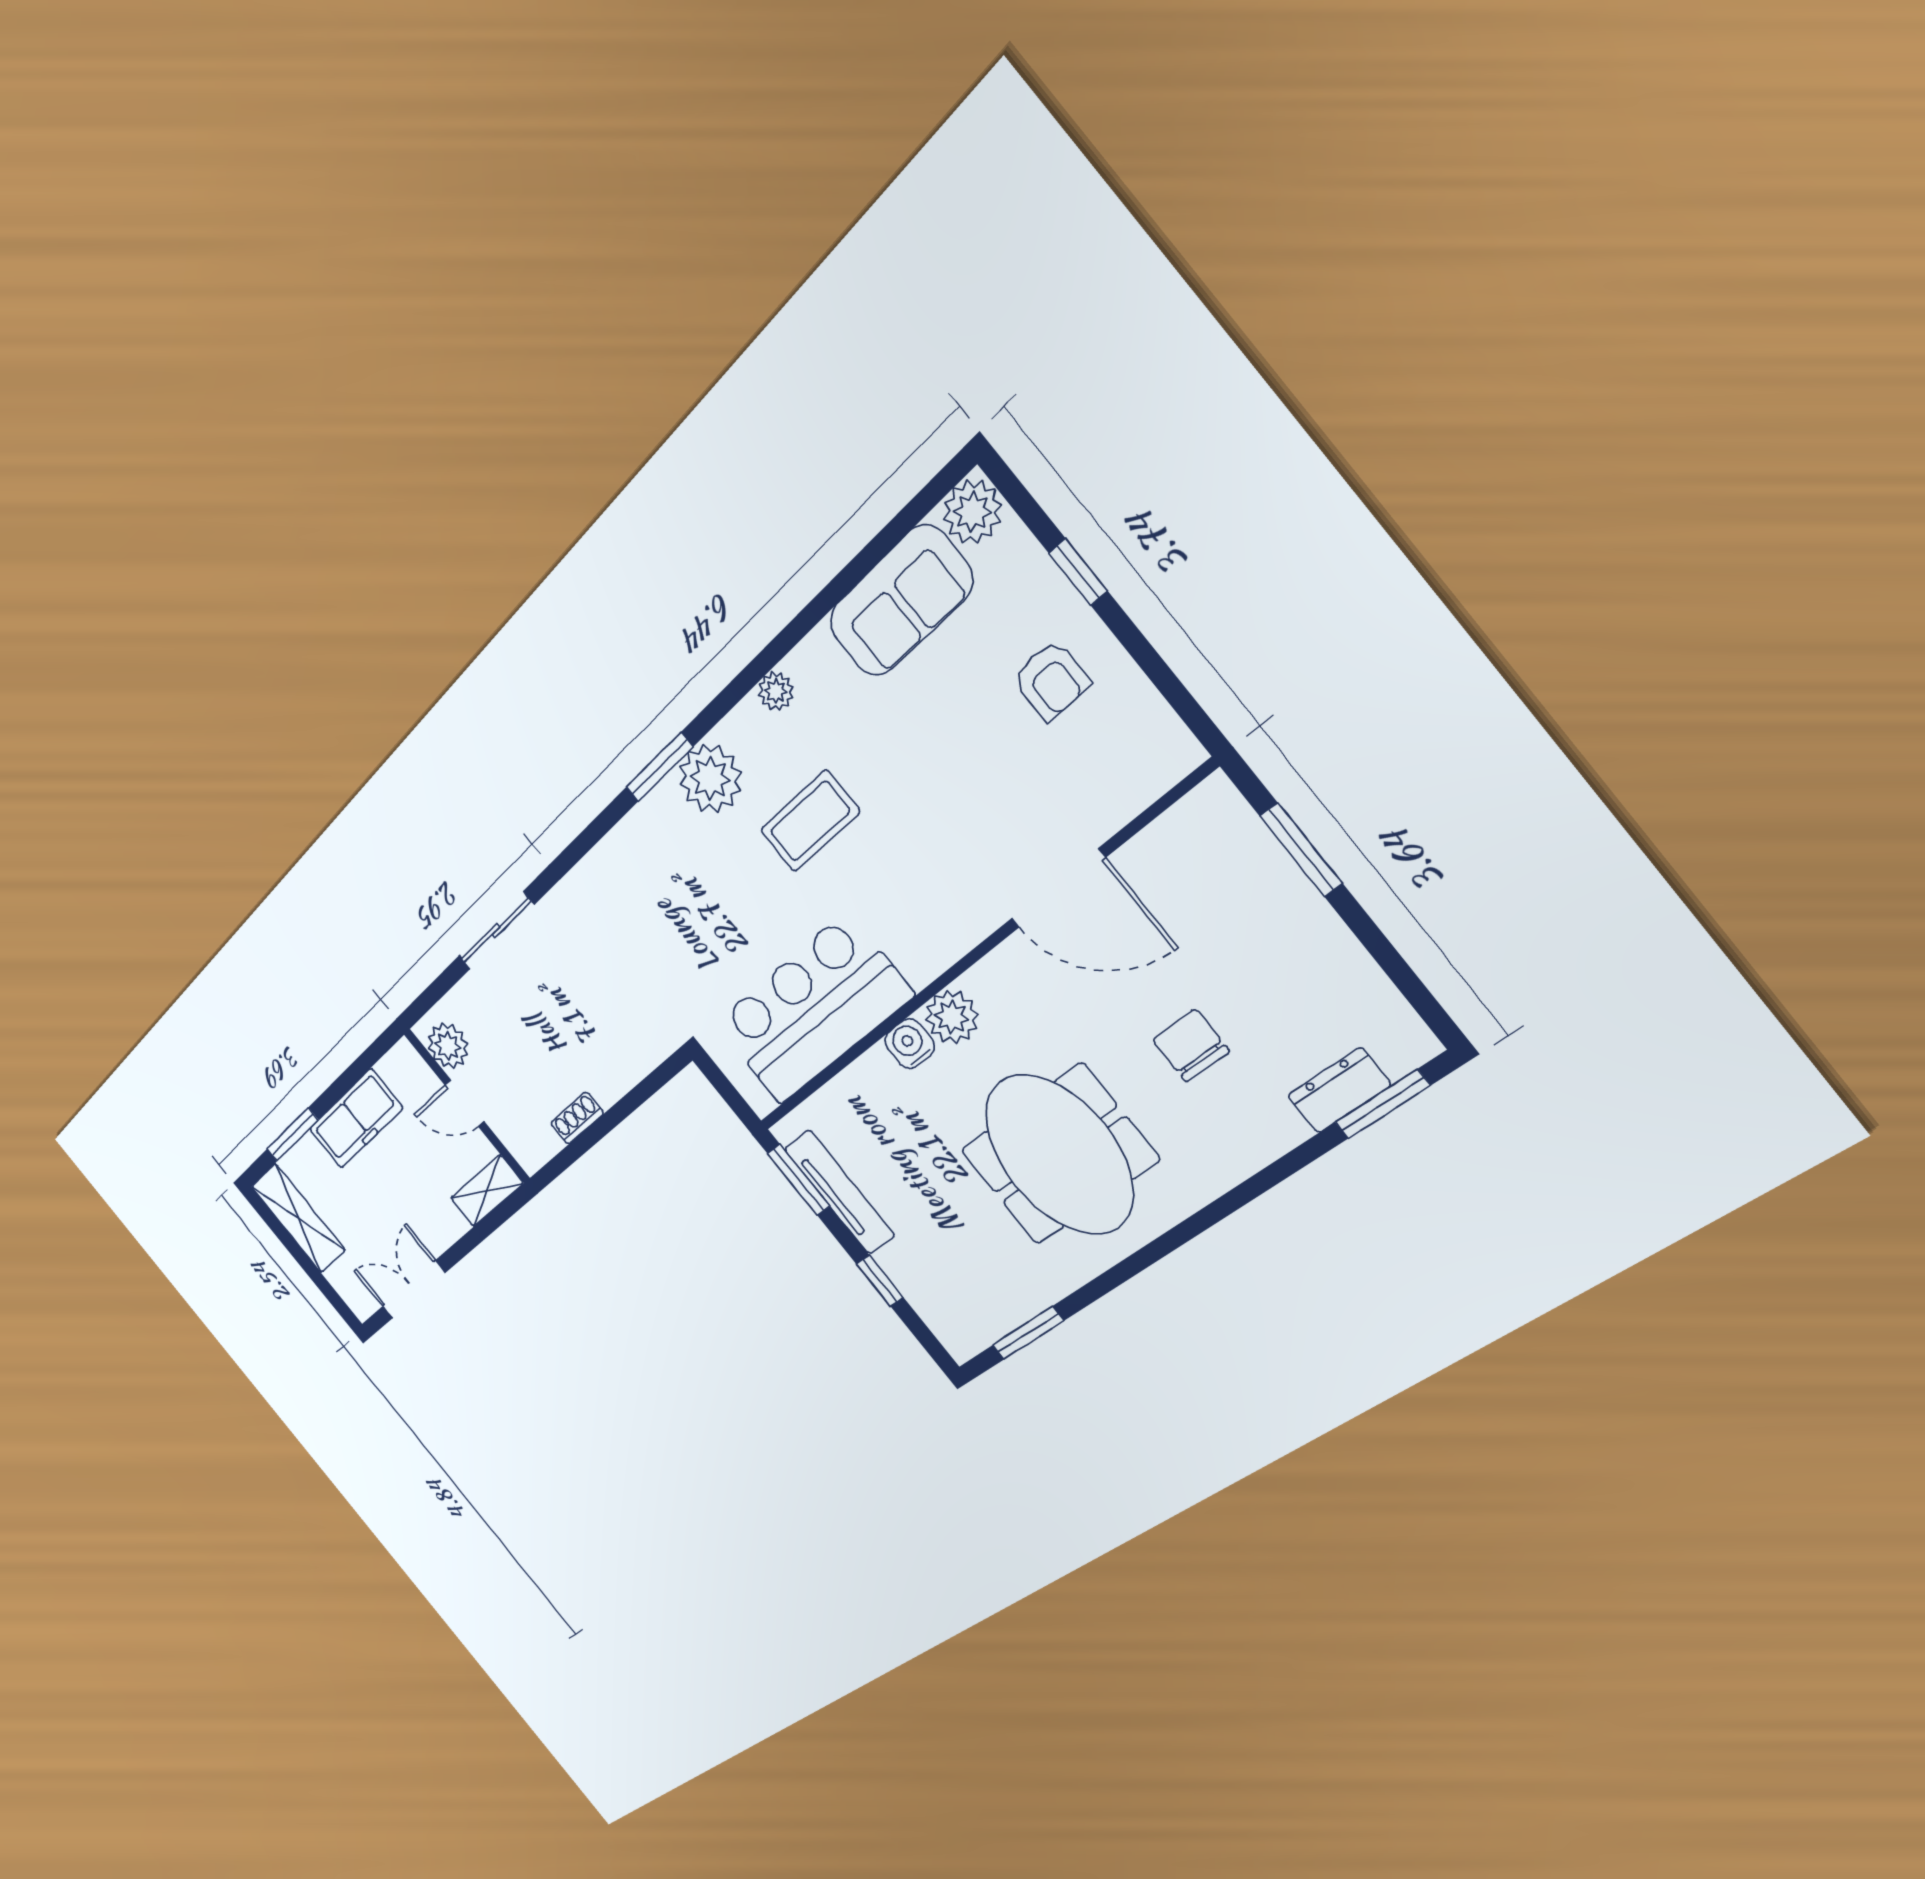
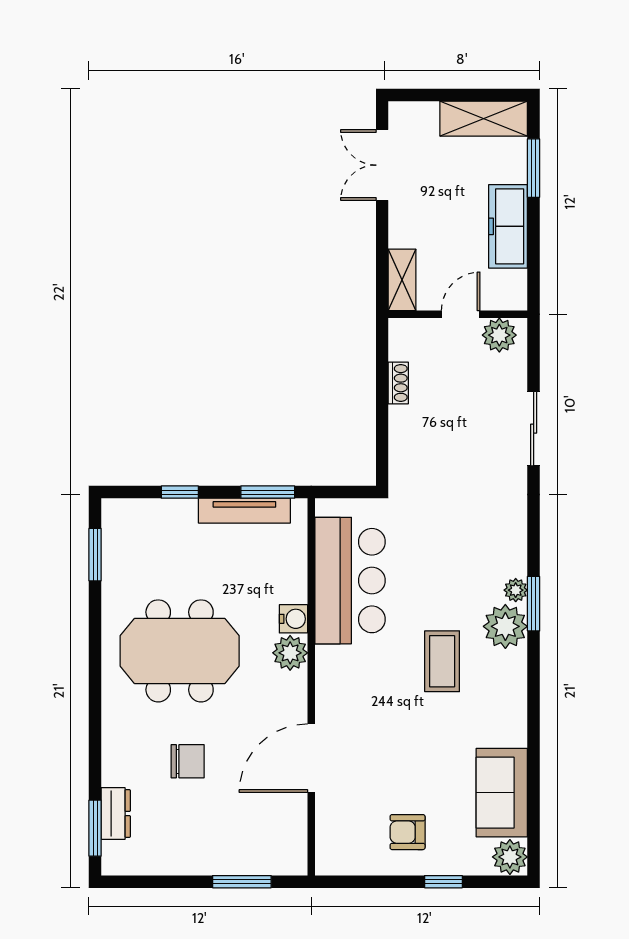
plant: (776, 691) -> (516, 590), moved
double door: (414, 1290) -> (382, 165), swing flipped

